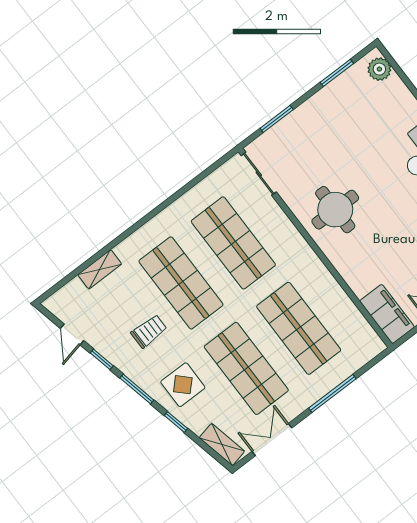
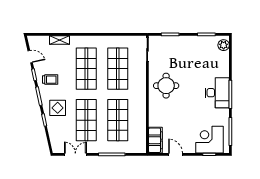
trolley: (149, 331) -> (50, 80), moved
door: (72, 334) -> (30, 57), swing flipped
shelving: (222, 444) -> (55, 142), removed

